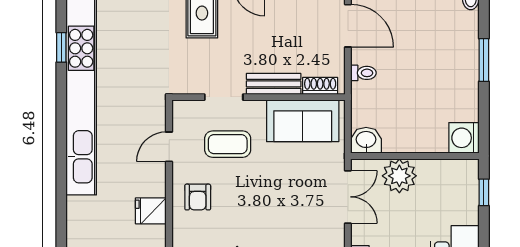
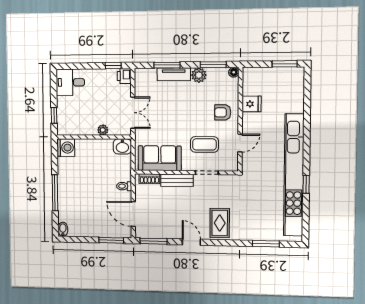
window: (61, 47) -> (306, 184), moved
window: (484, 60) -> (55, 193), width x1.44
plant: (399, 176) -> (103, 130), width x0.53, depth x0.53
armchair: (198, 197) -> (223, 112), turned -90
double door: (348, 197) -> (133, 113), swing flipped

